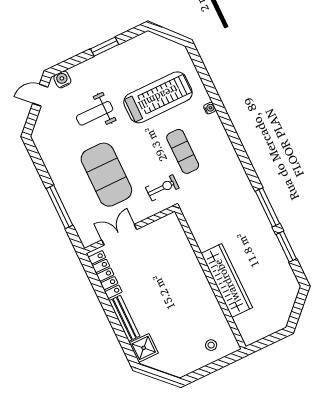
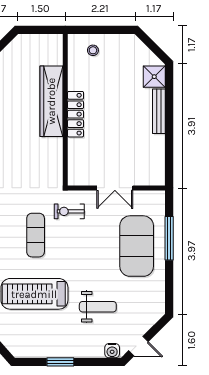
exercise mat: (106, 175) -> (137, 246), moved
double door: (119, 235) -> (115, 188), moved
locker: (105, 275) -> (76, 114), moved, turned 180

